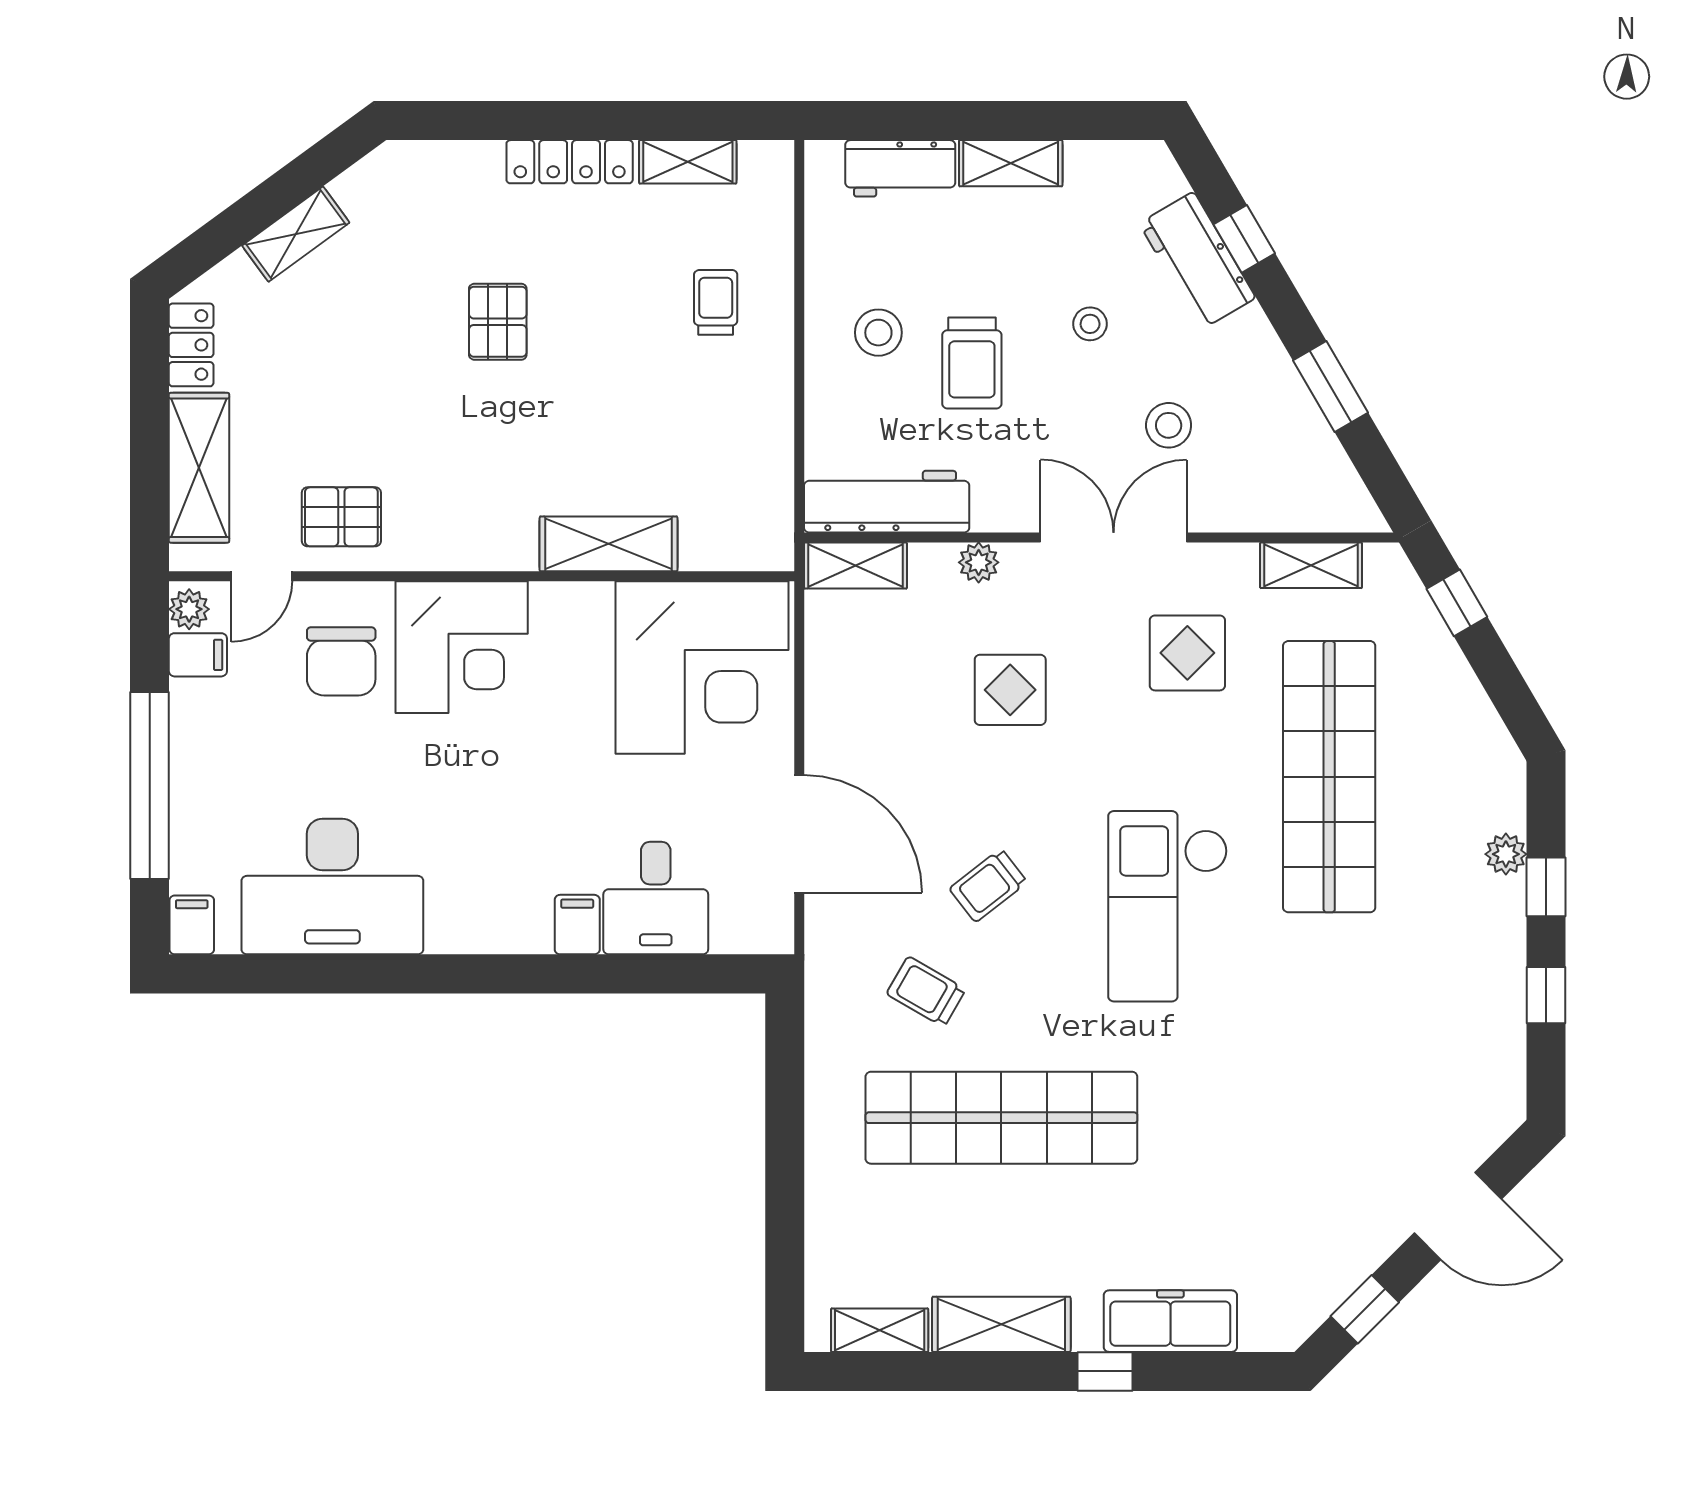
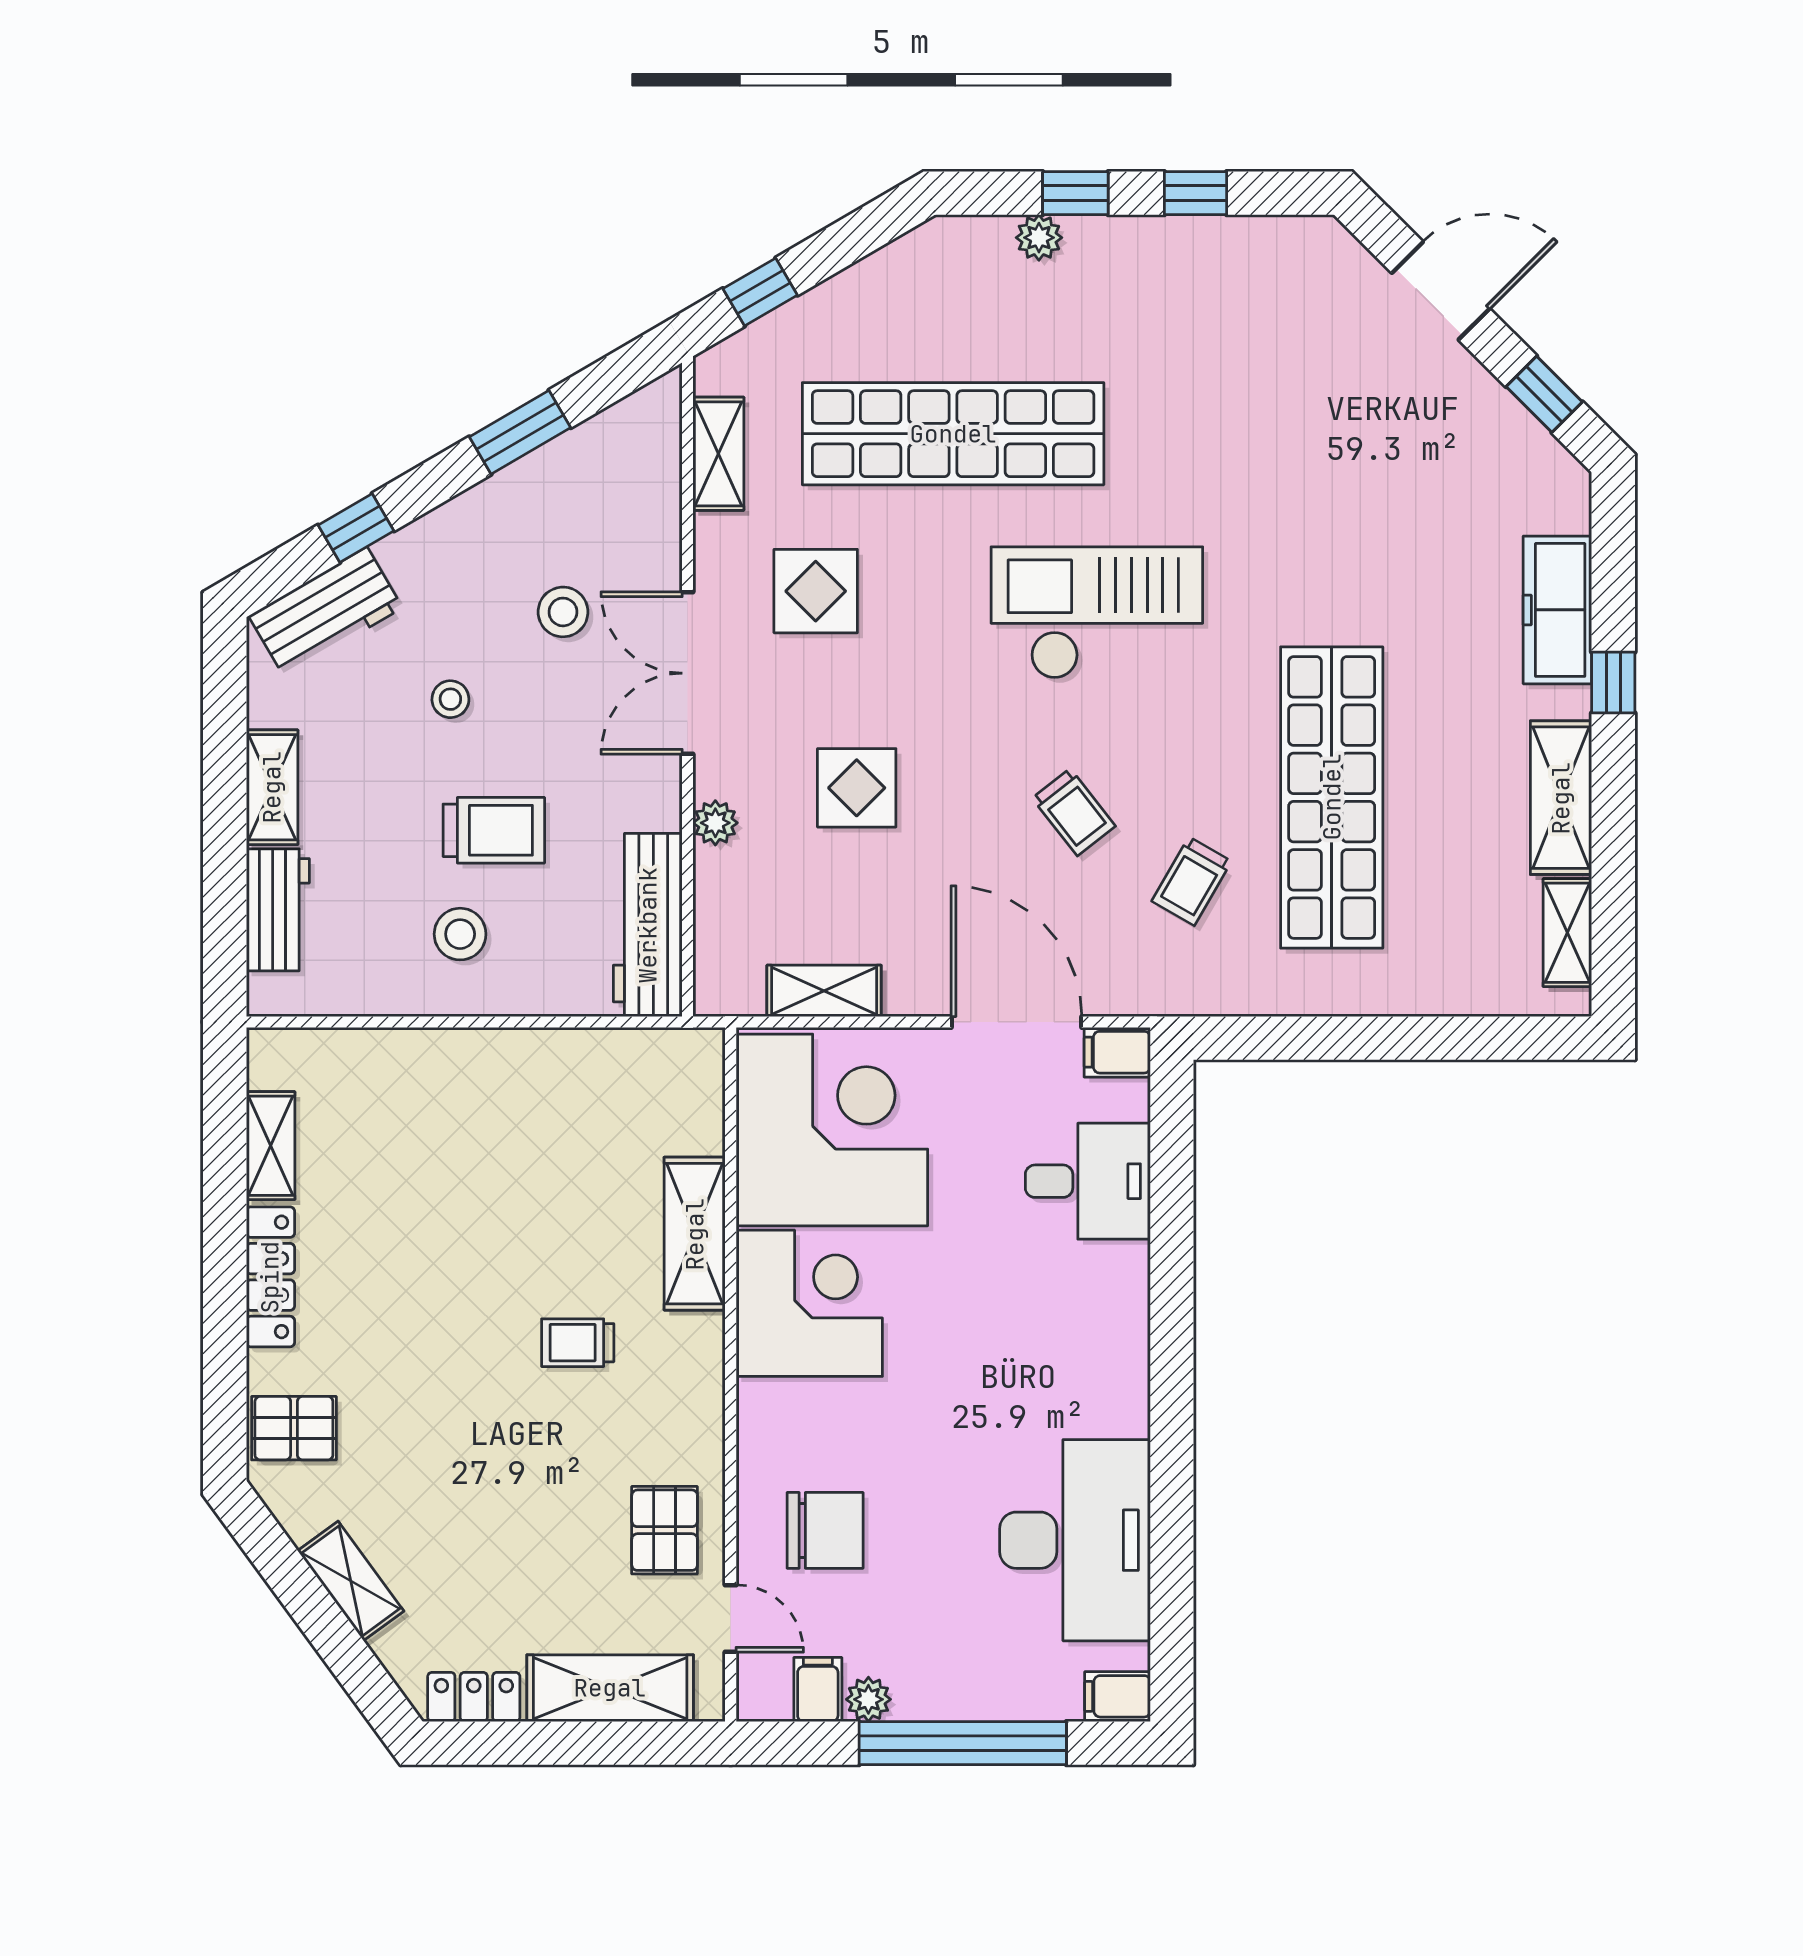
workbench: (1197, 261) -> (326, 612), moved
trolley: (716, 302) -> (578, 1343), moved
pallet: (498, 322) -> (294, 1428), moved
shelving: (856, 566) -> (824, 991), moved, turned 90
plant: (189, 609) -> (868, 1699), moved
corner desk: (462, 647) -> (809, 1303), moved
door: (799, 834) -> (1016, 1022), hinge flipped
checkout: (1168, 906) -> (1097, 613), turned 180
filing cabinet: (577, 925) -> (1117, 1052), moved
door: (1458, 1216) -> (1441, 291), hinge flipped

